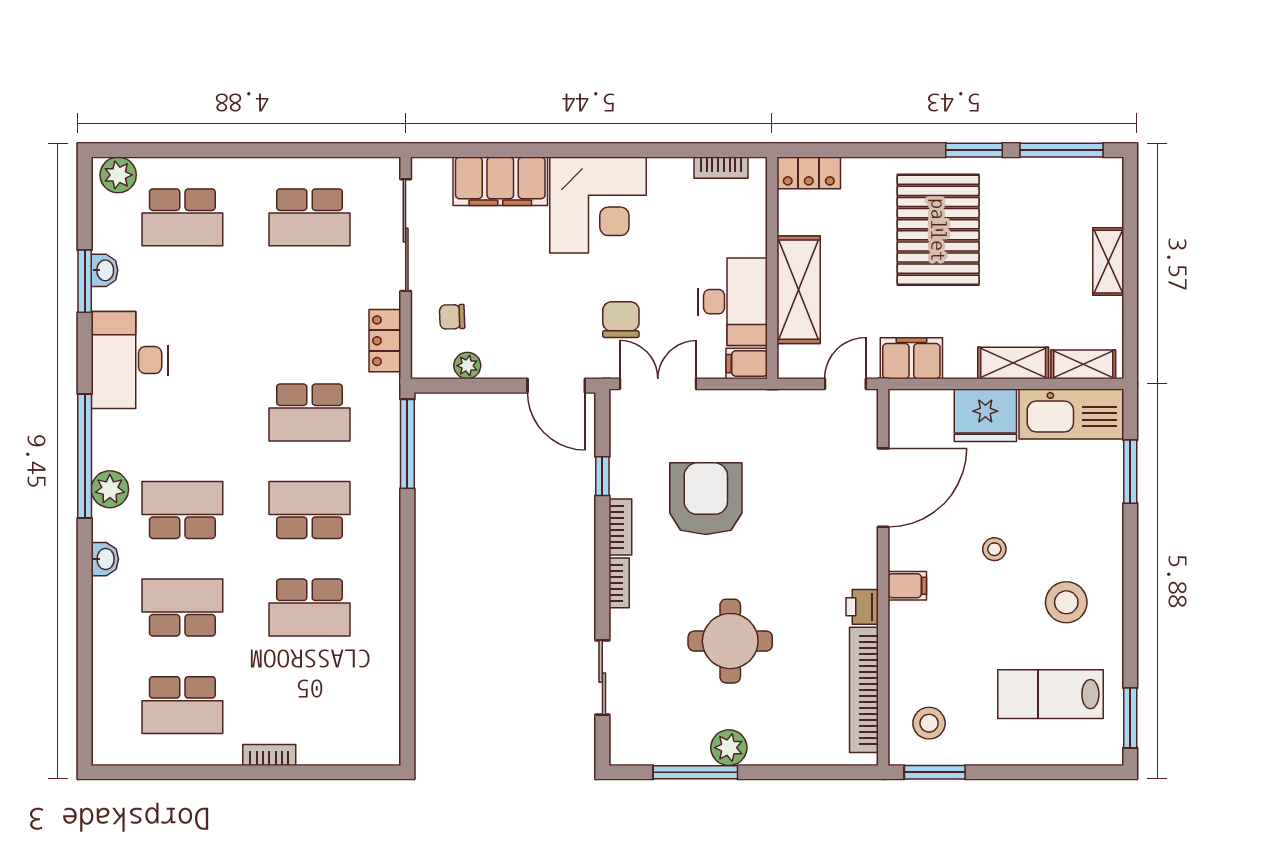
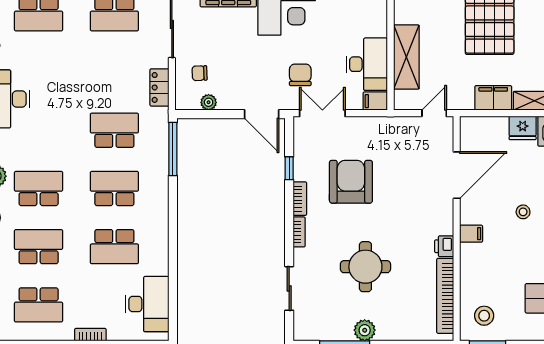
filing cabinet: (911, 358) -> (493, 98), moved
school desk: (309, 412) -> (114, 130), turned 180
fridge: (985, 415) -> (523, 128), width x0.73, depth x0.75
desk: (364, 704) -> (147, 304), added

